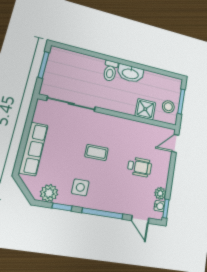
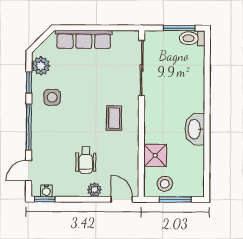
toilet: (110, 71) -> (192, 38), moved
coffee table: (97, 152) -> (114, 118), moved
plant: (160, 193) -> (94, 190), moved

